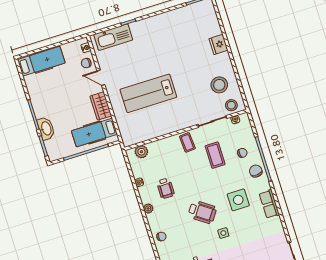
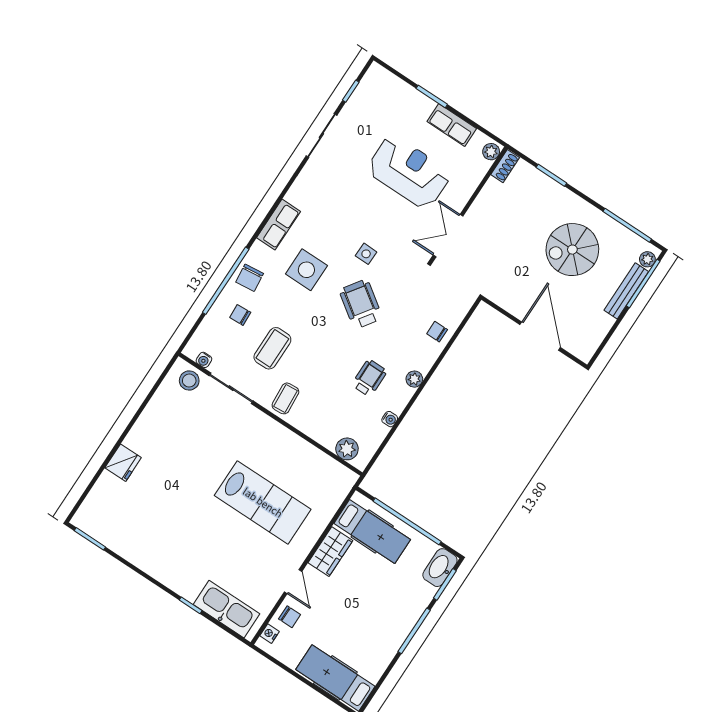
stool: (219, 85) -> (175, 418), removed
washbasin: (46, 128) -> (440, 568), moved

